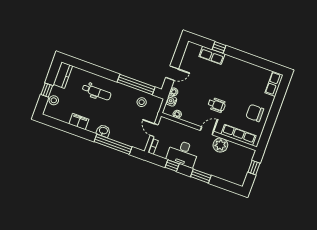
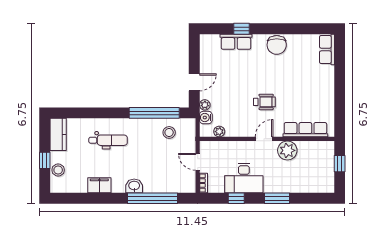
chair: (255, 113) -> (277, 45), moved, turned -90

